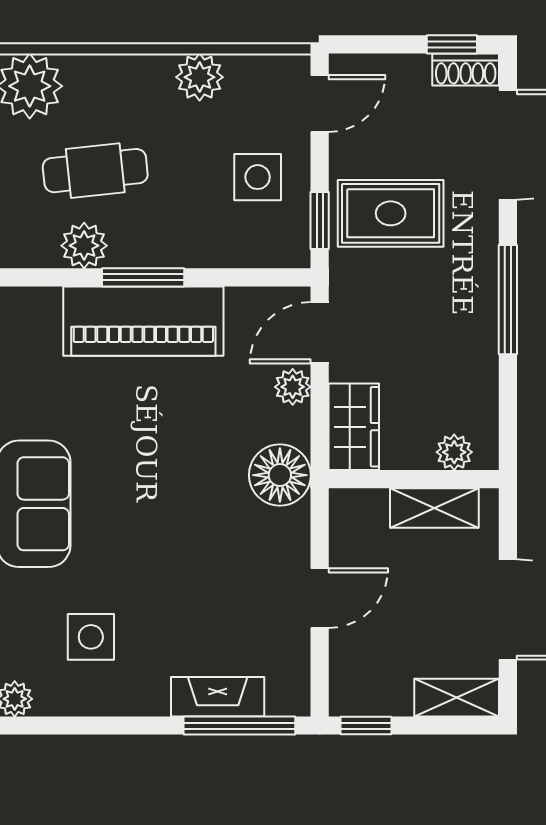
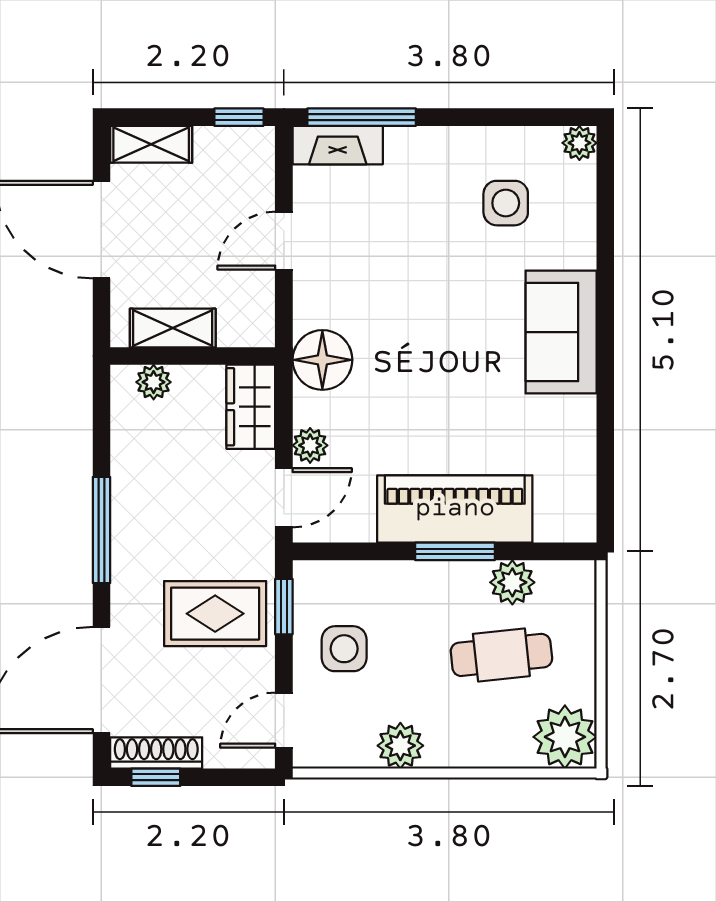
shoe rack: (466, 70) -> (156, 753), width x1.43
fireplace: (218, 697) -> (338, 145), moved

